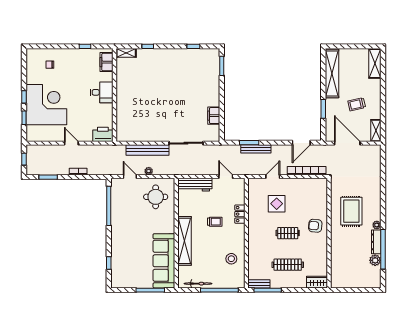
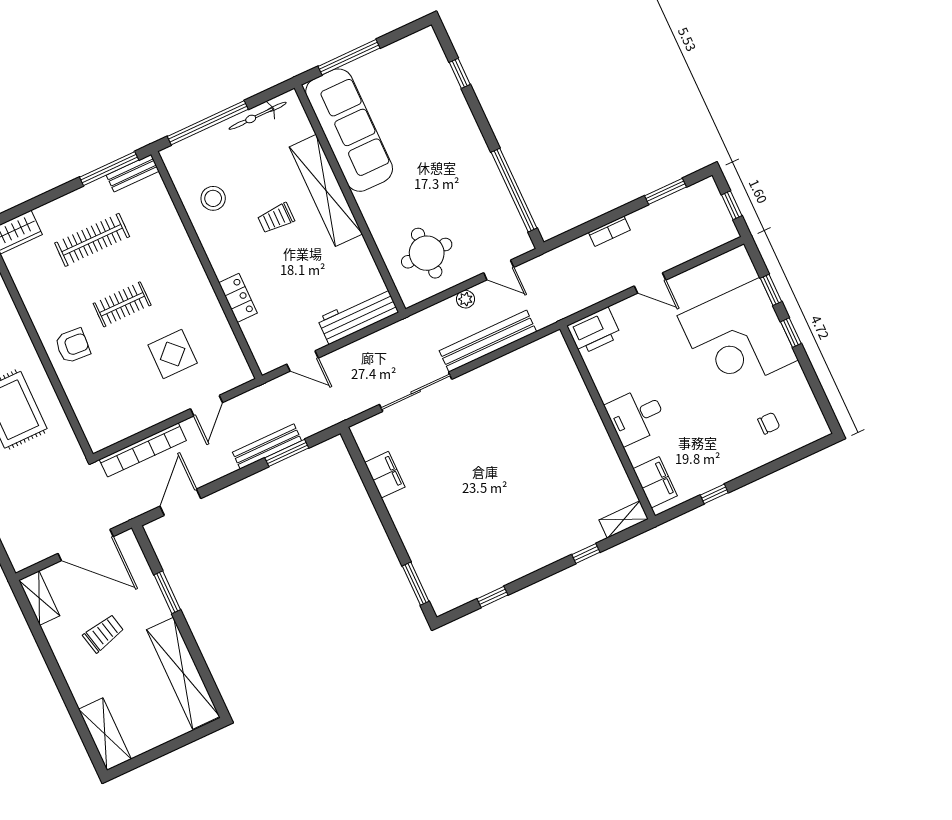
trolley: (215, 222) -> (276, 218), moved

